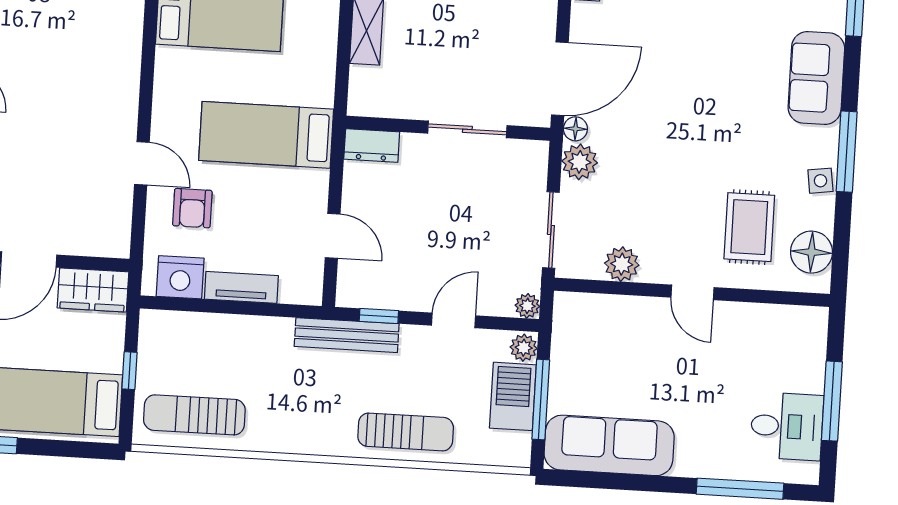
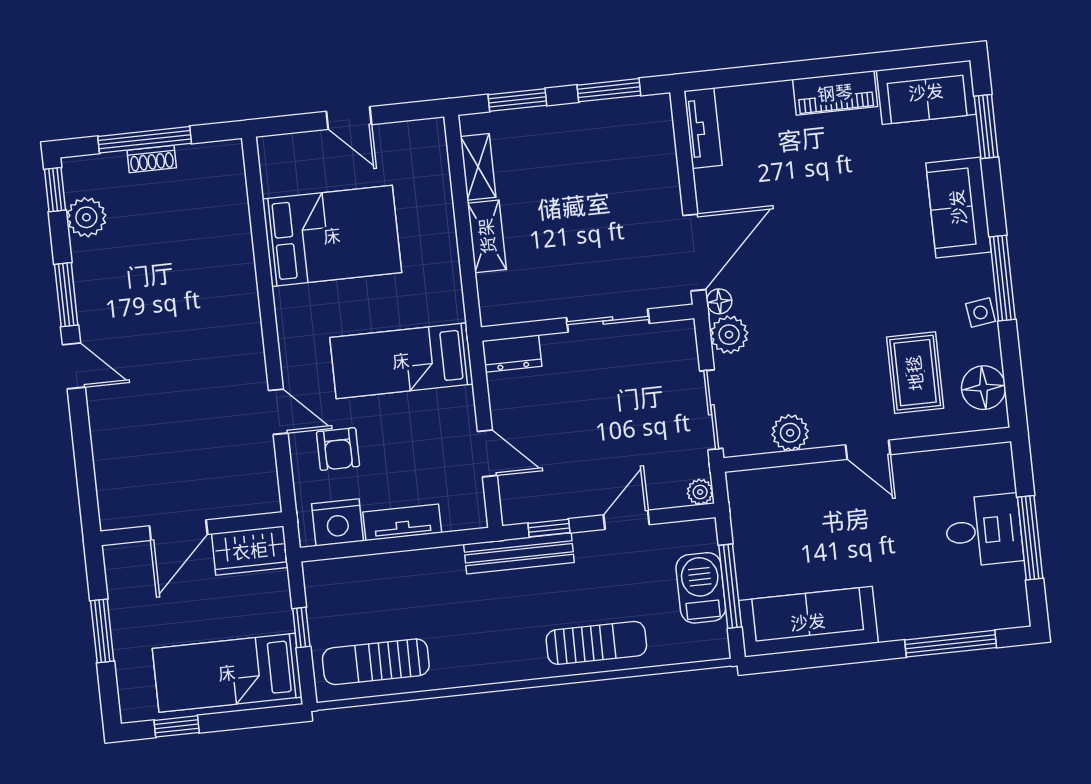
plant: (524, 348) -> (703, 536), removed
desk: (787, 426) -> (984, 530), moved

